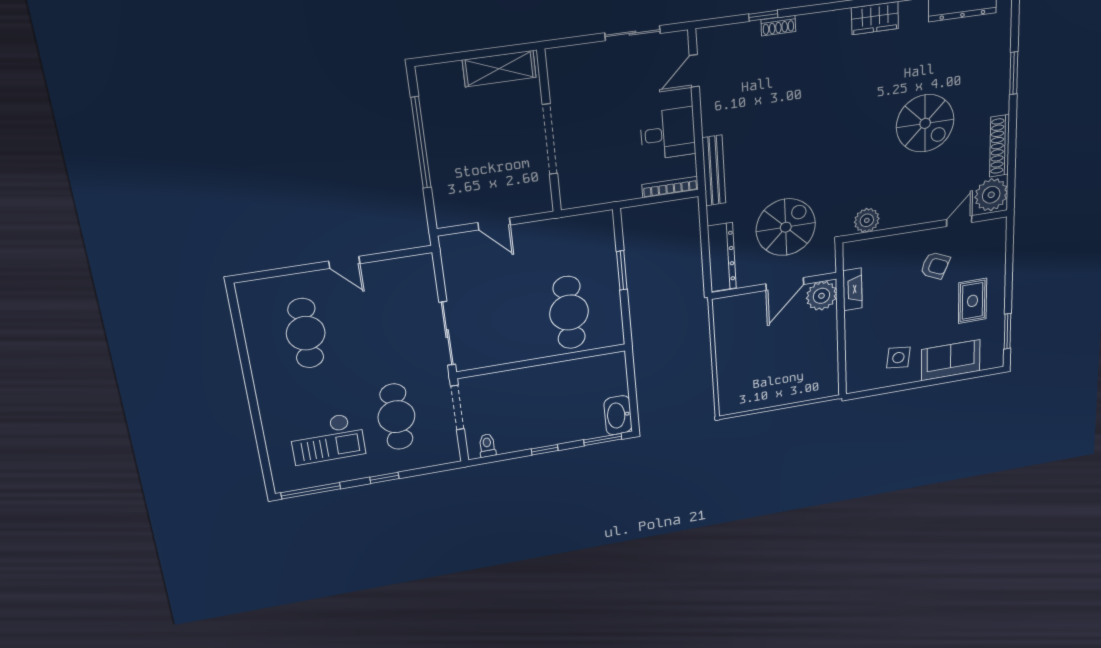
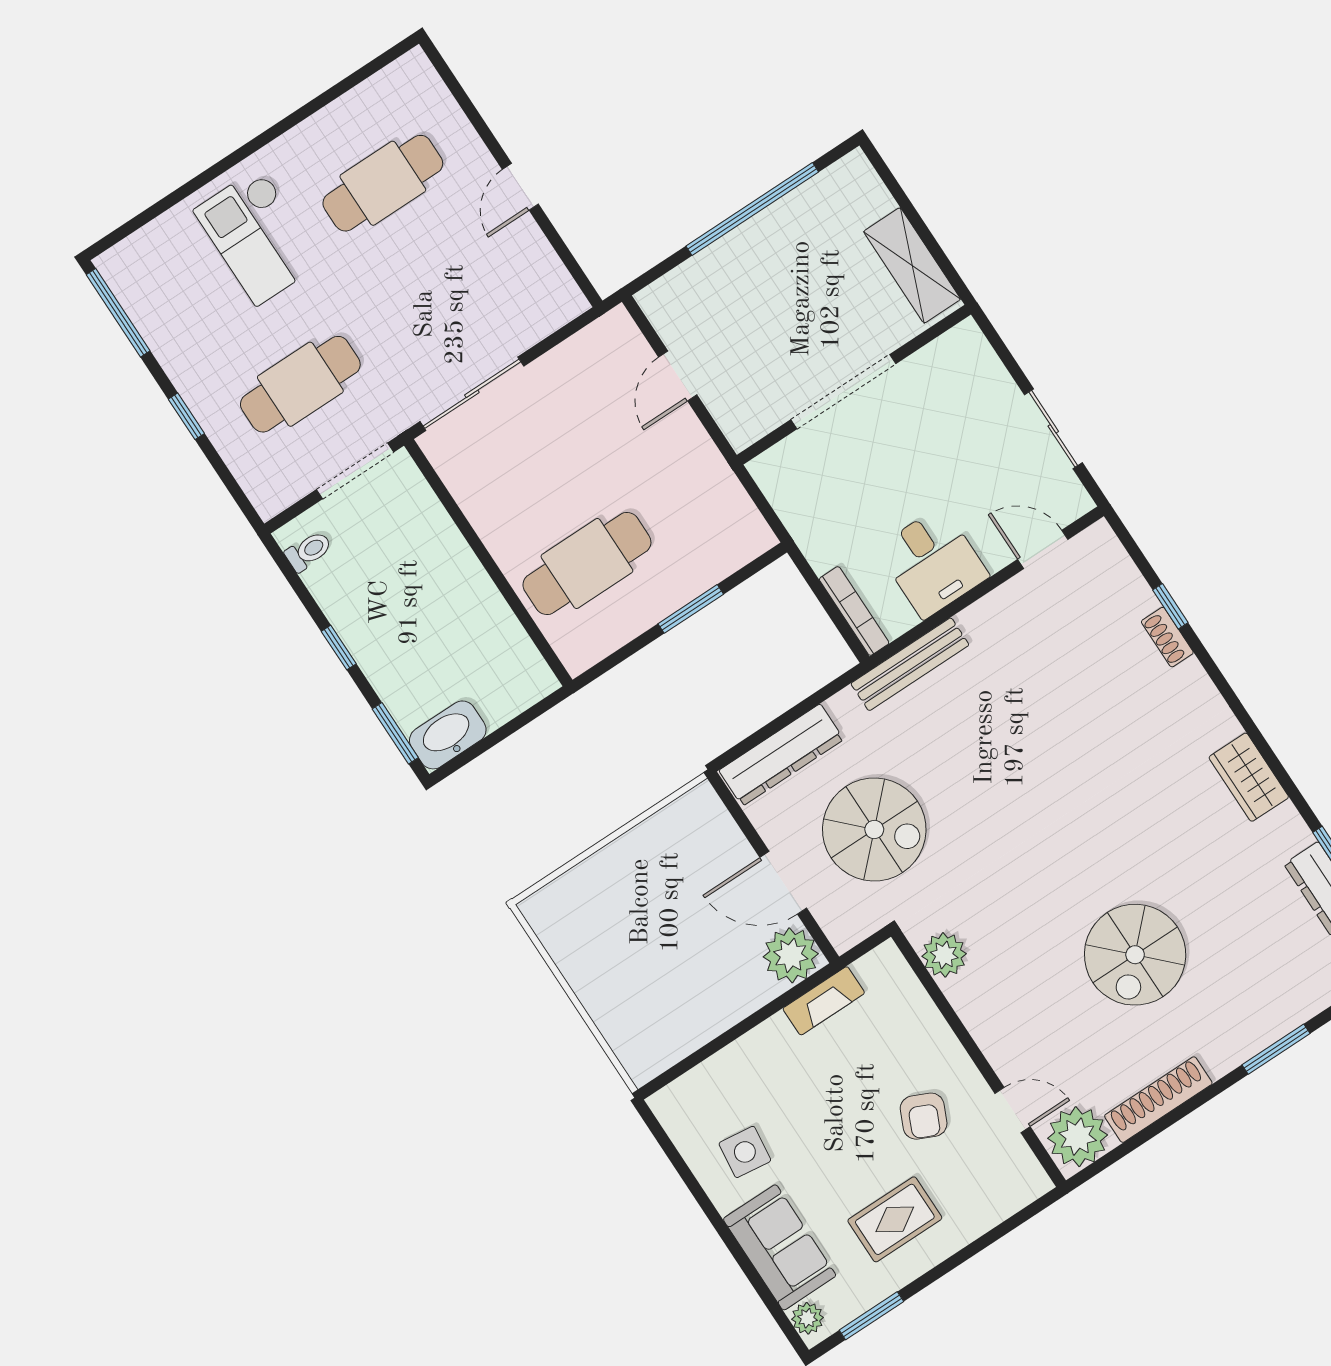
plant: (990, 361) -> (807, 1318), added
checkout: (327, 439) -> (258, 236), moved

